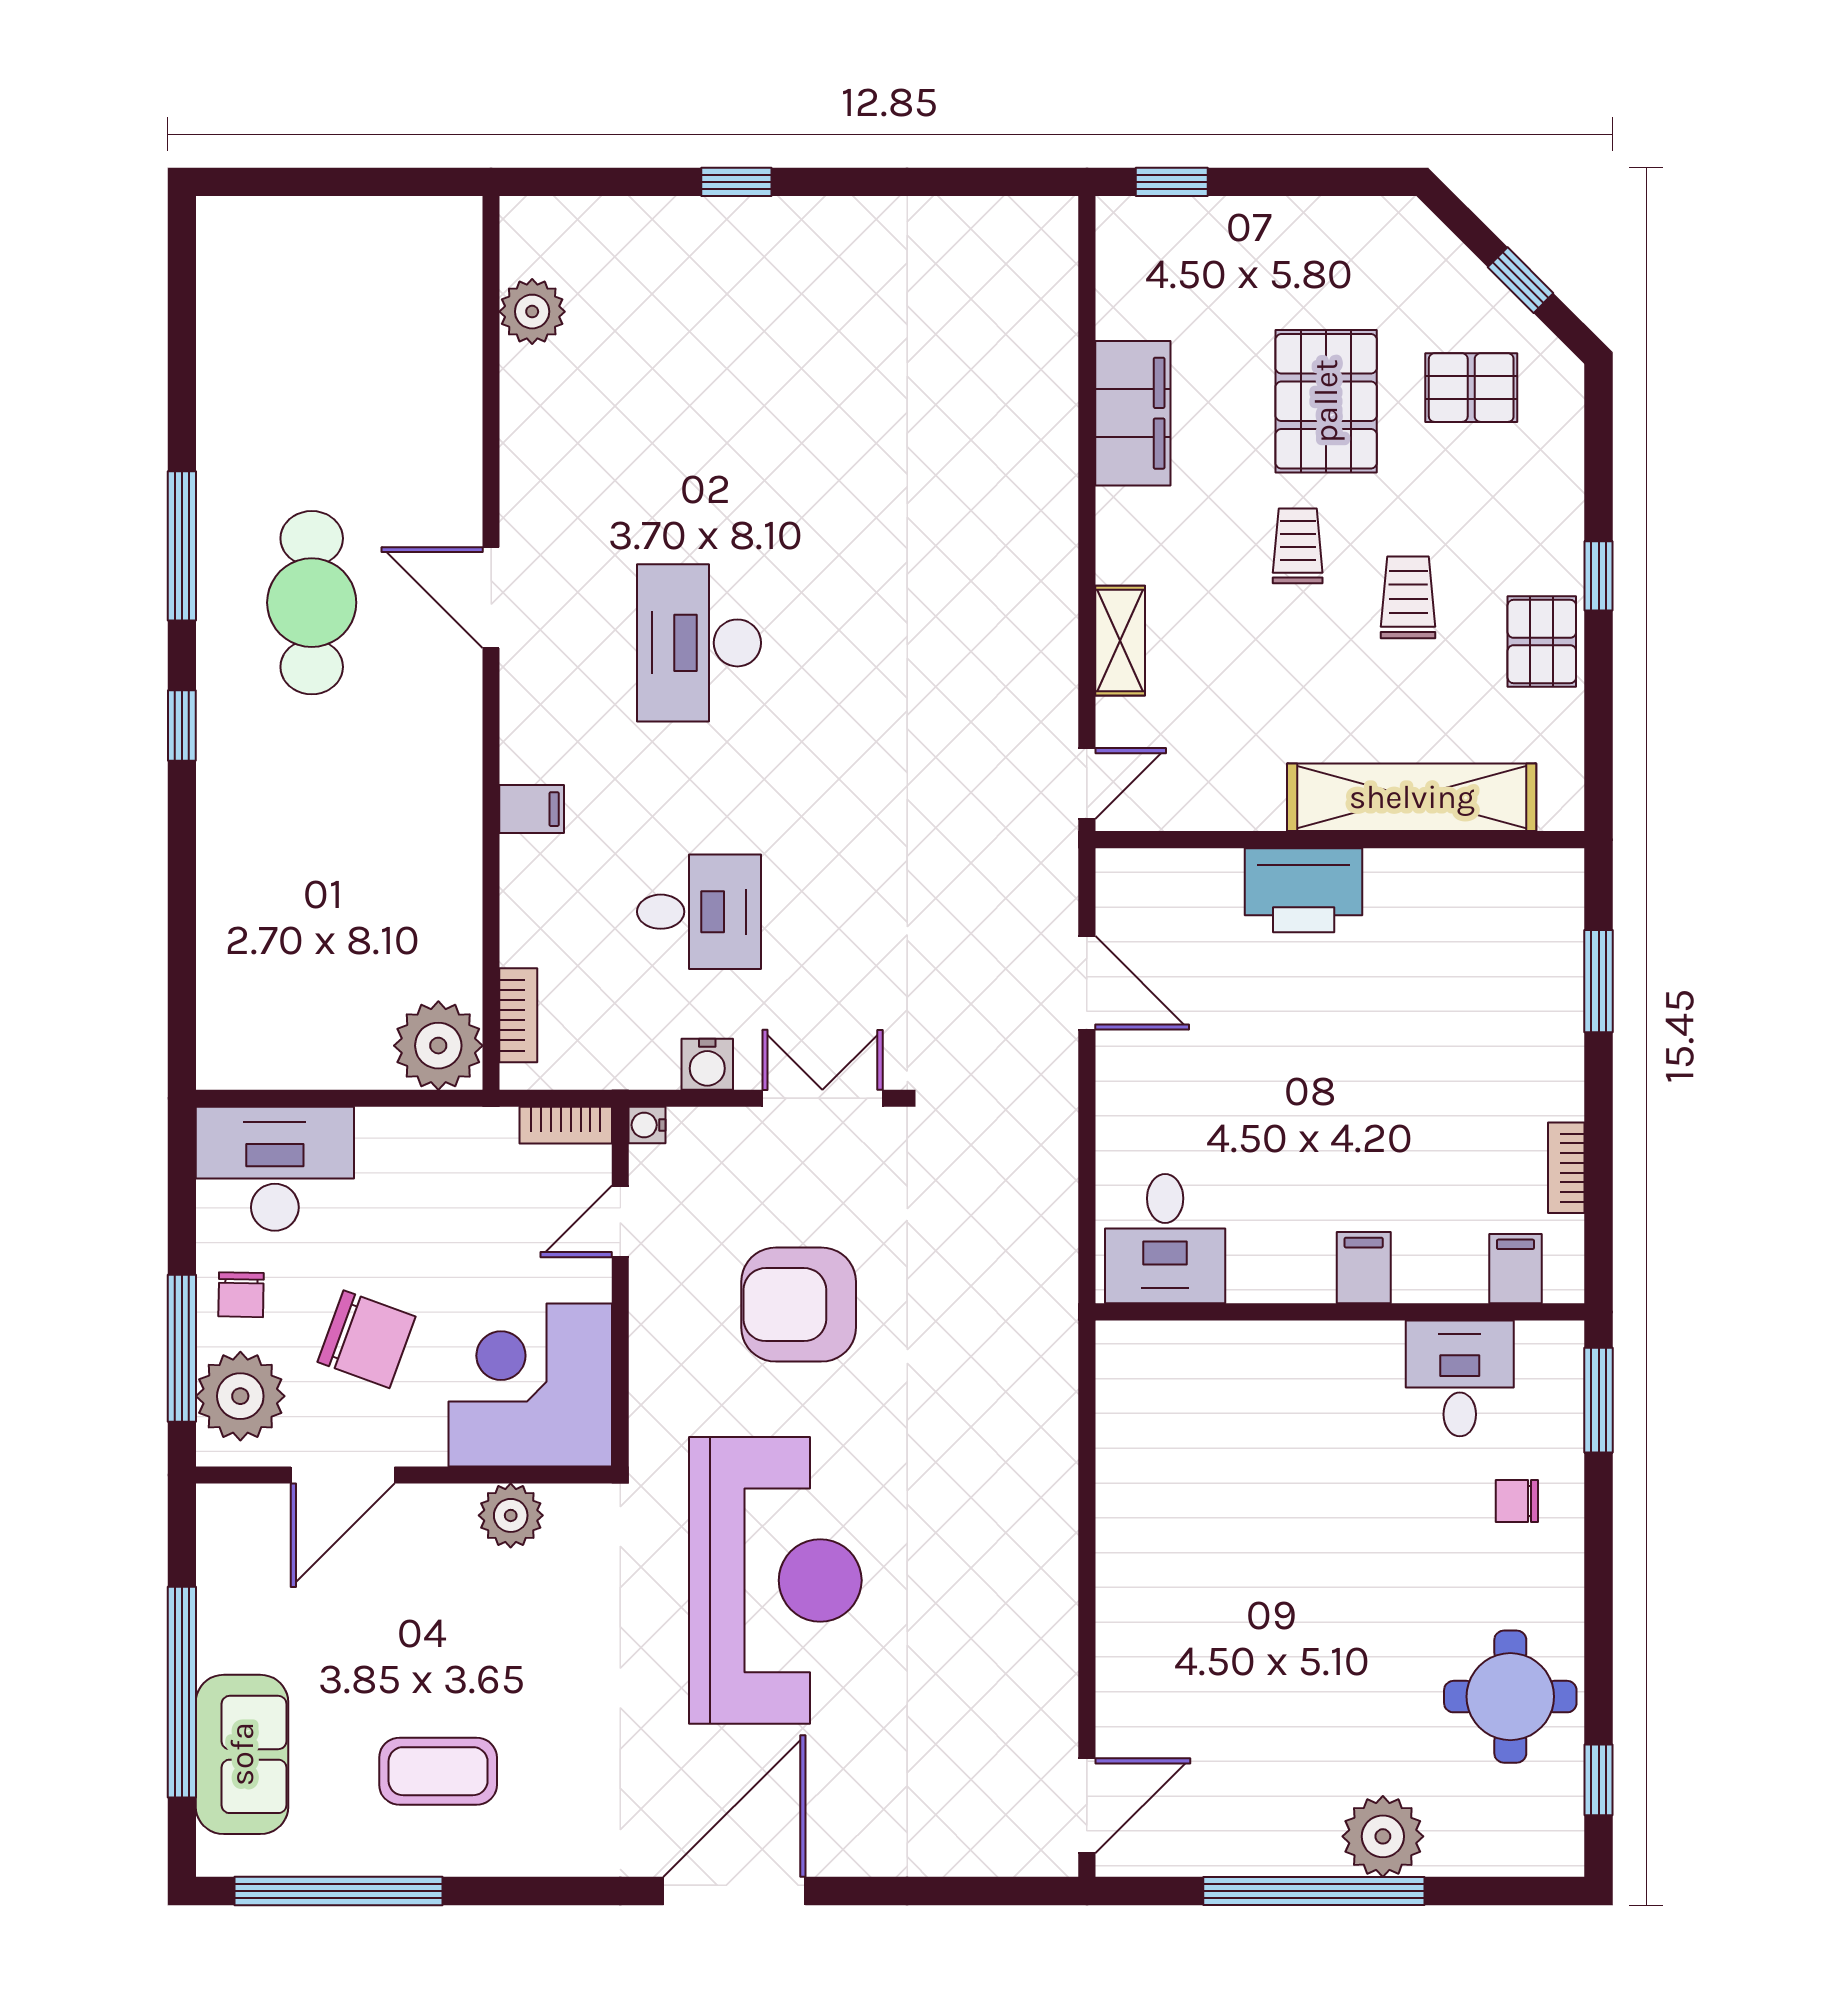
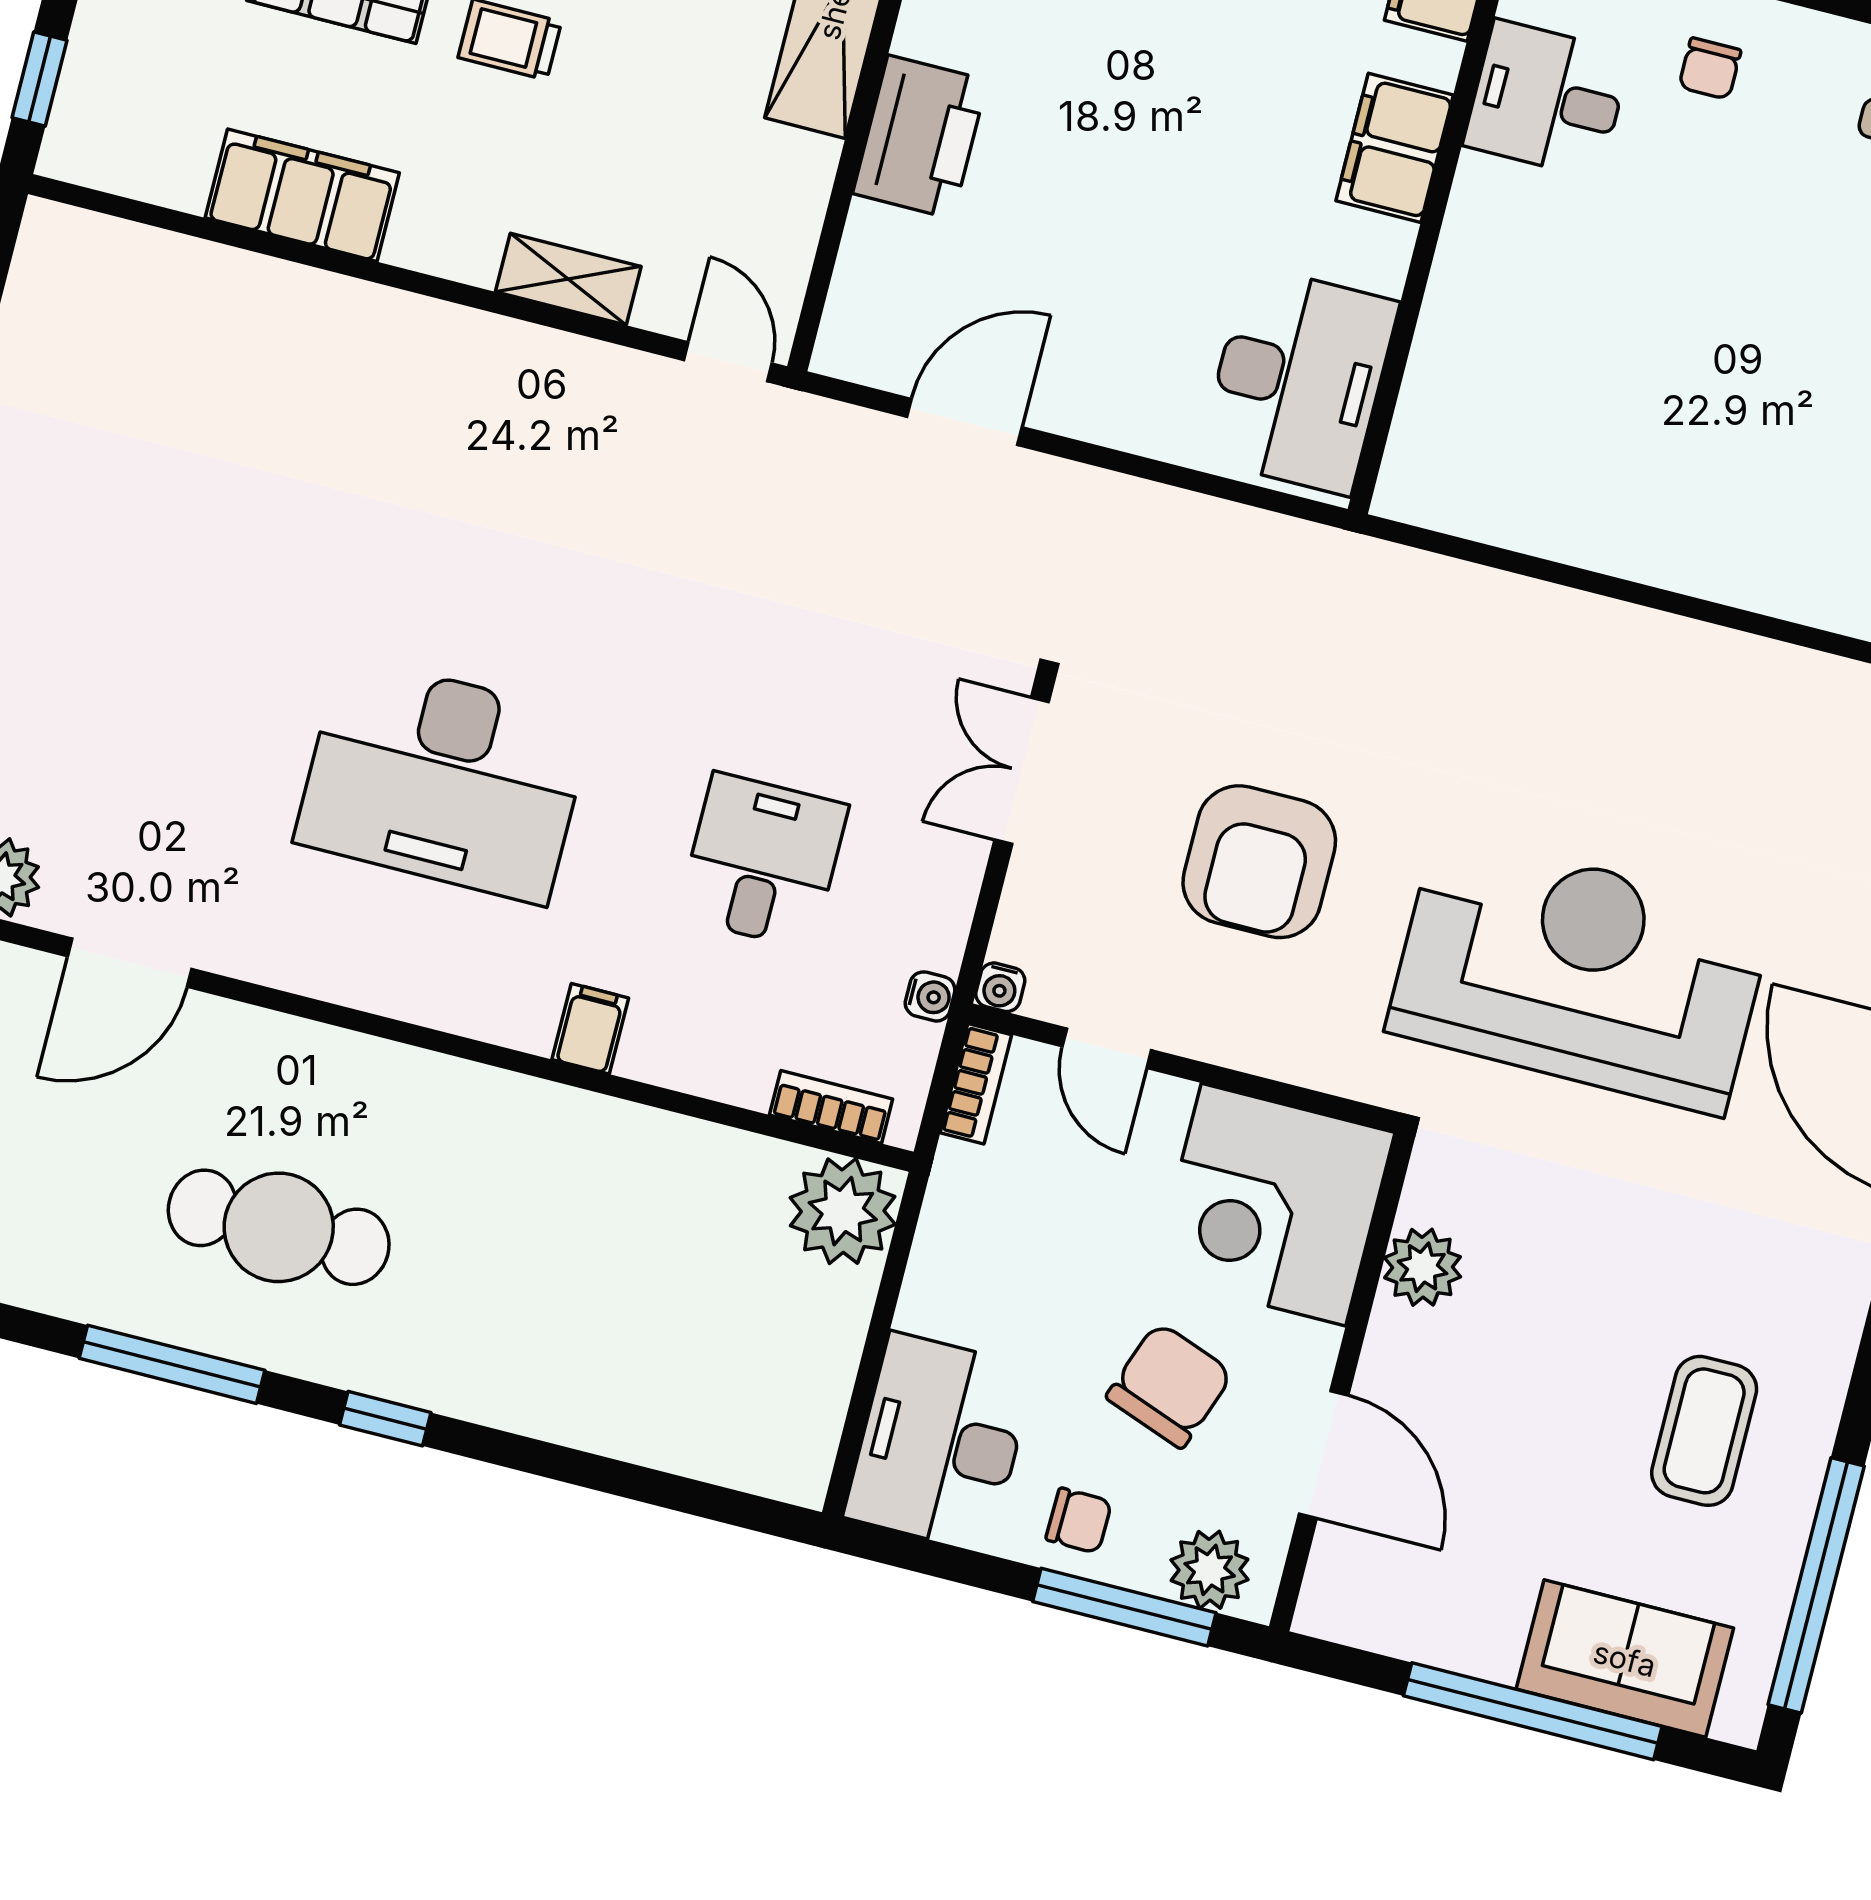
door: (491, 598) -> (130, 963), moved
desk: (699, 643) -> (444, 780), width x1.36, depth x1.30
water cooler: (707, 1064) -> (930, 996), moved, width x0.72, depth x0.72
desk: (1165, 1239) -> (1299, 380), width x1.37
filing cabinet: (1364, 1268) -> (1395, 148), width x2.00
plant: (240, 1396) -> (1210, 1570), width x0.73, depth x0.73

